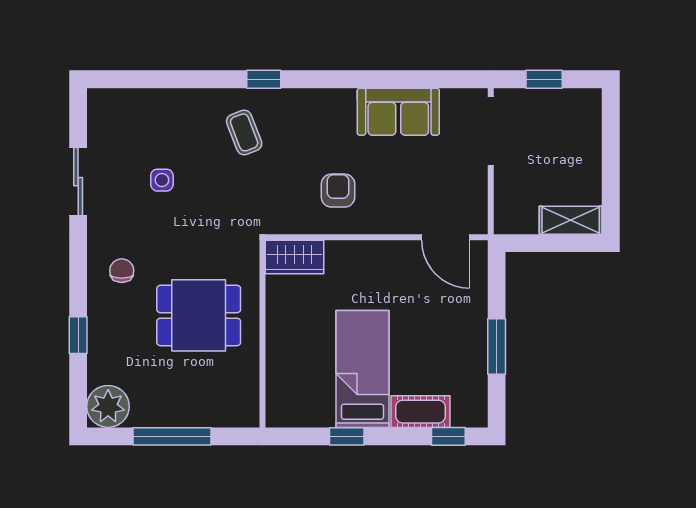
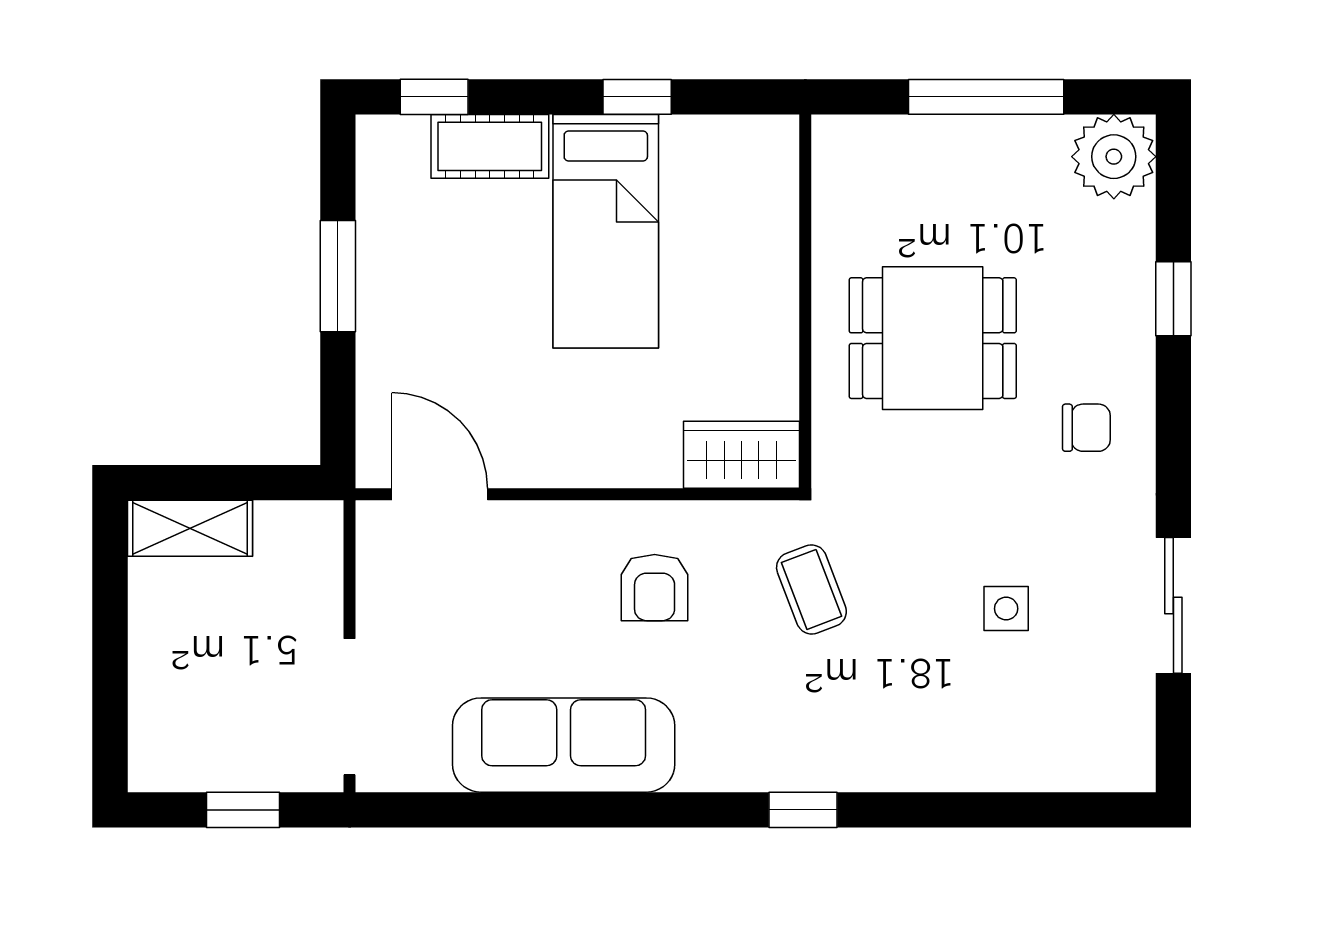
sofa: (398, 112) -> (564, 745), width x1.36
coffee table: (244, 132) -> (811, 589), moved
chair: (122, 271) -> (1086, 428), turned -90

